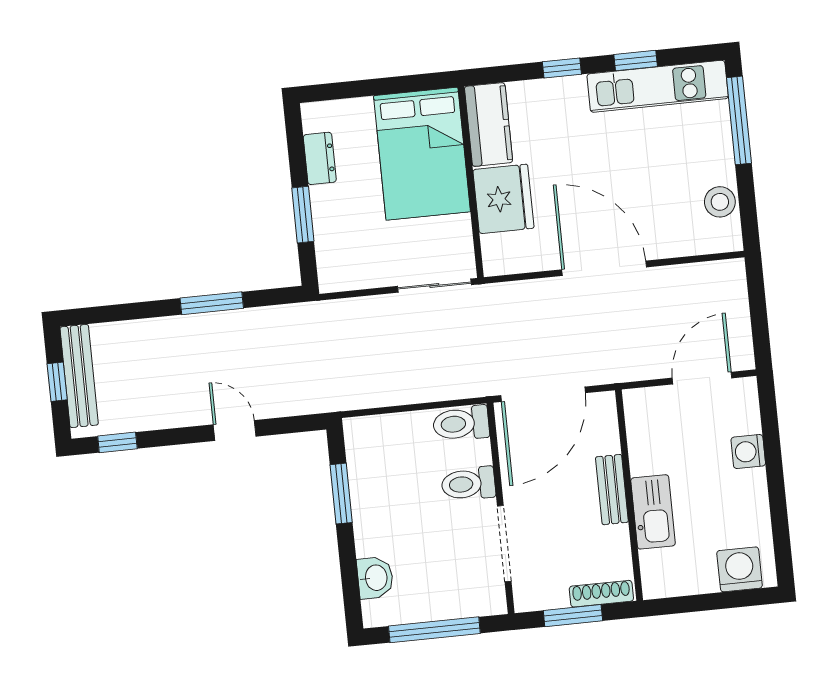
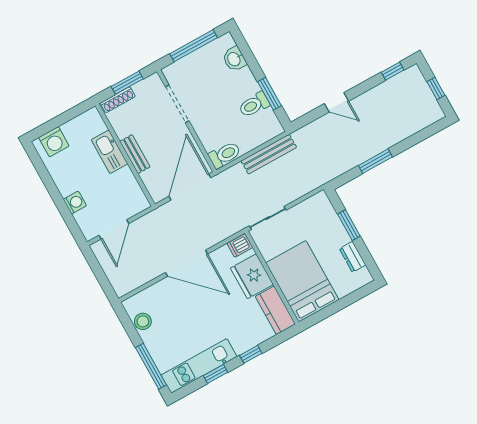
dishwasher: (501, 260) -> (240, 245), added
bench: (79, 376) -> (269, 154), moved, turned 90
toilet: (468, 484) -> (254, 105), moved, turned 180

